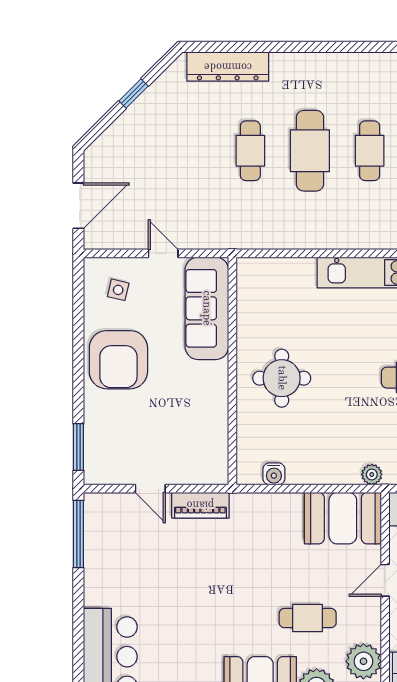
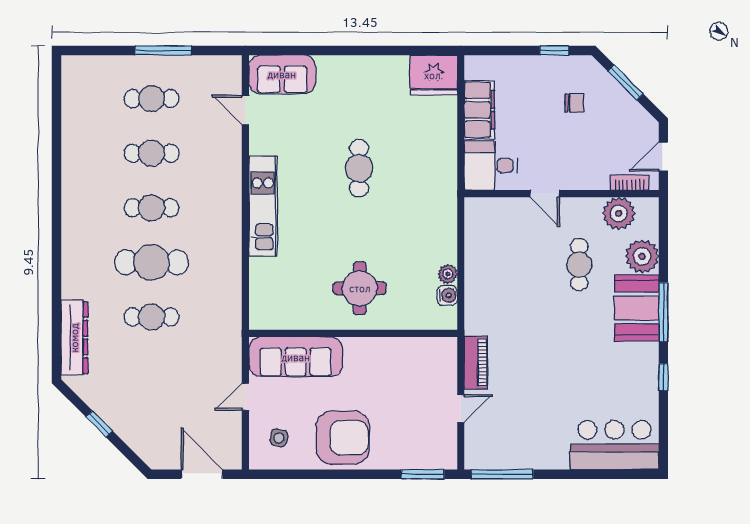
plant: (372, 474) -> (448, 274), moved
booth: (343, 518) -> (488, 232), removed

